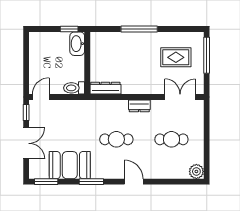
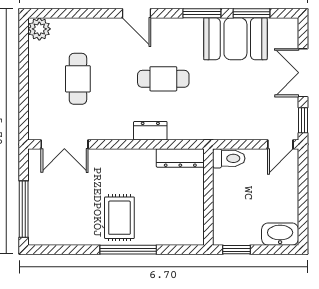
washbasin: (77, 44) -> (280, 234), moved, turned -90
rug: (176, 57) -> (119, 218), moved, turned 90
dresser: (139, 106) -> (150, 131), moved
cafe table: (171, 139) -> (78, 79), turned 90
window: (46, 182) -> (252, 13), moved

